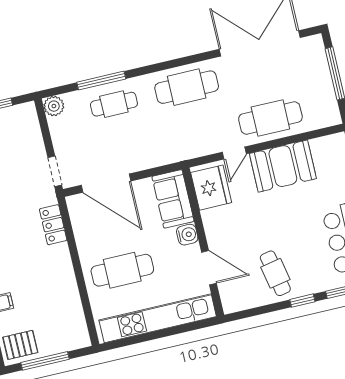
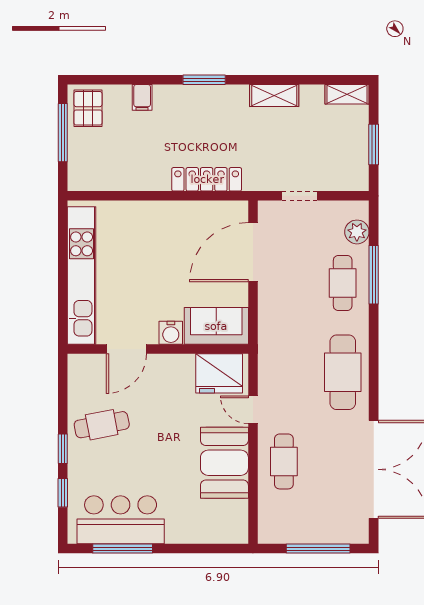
plant: (54, 106) -> (357, 232), moved
cafe table: (270, 118) -> (284, 461), width x0.73, depth x0.74
doorway: (55, 171) -> (299, 196), moved
locker: (53, 225) -> (207, 179), width x1.53
cafe table: (122, 270) -> (147, 247), removed

